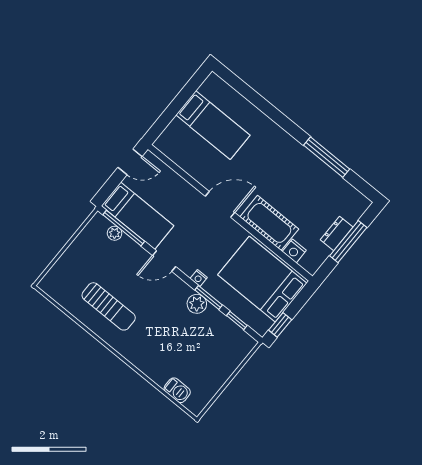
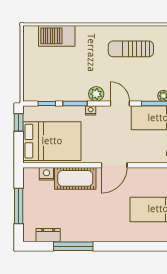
dresser: (337, 233) -> (48, 235), moved, turned -90
door: (164, 261) -> (120, 104), hinge flipped
plant: (197, 304) -> (96, 94), moved
barbecue: (177, 390) -> (57, 36), width x1.88, depth x1.53

